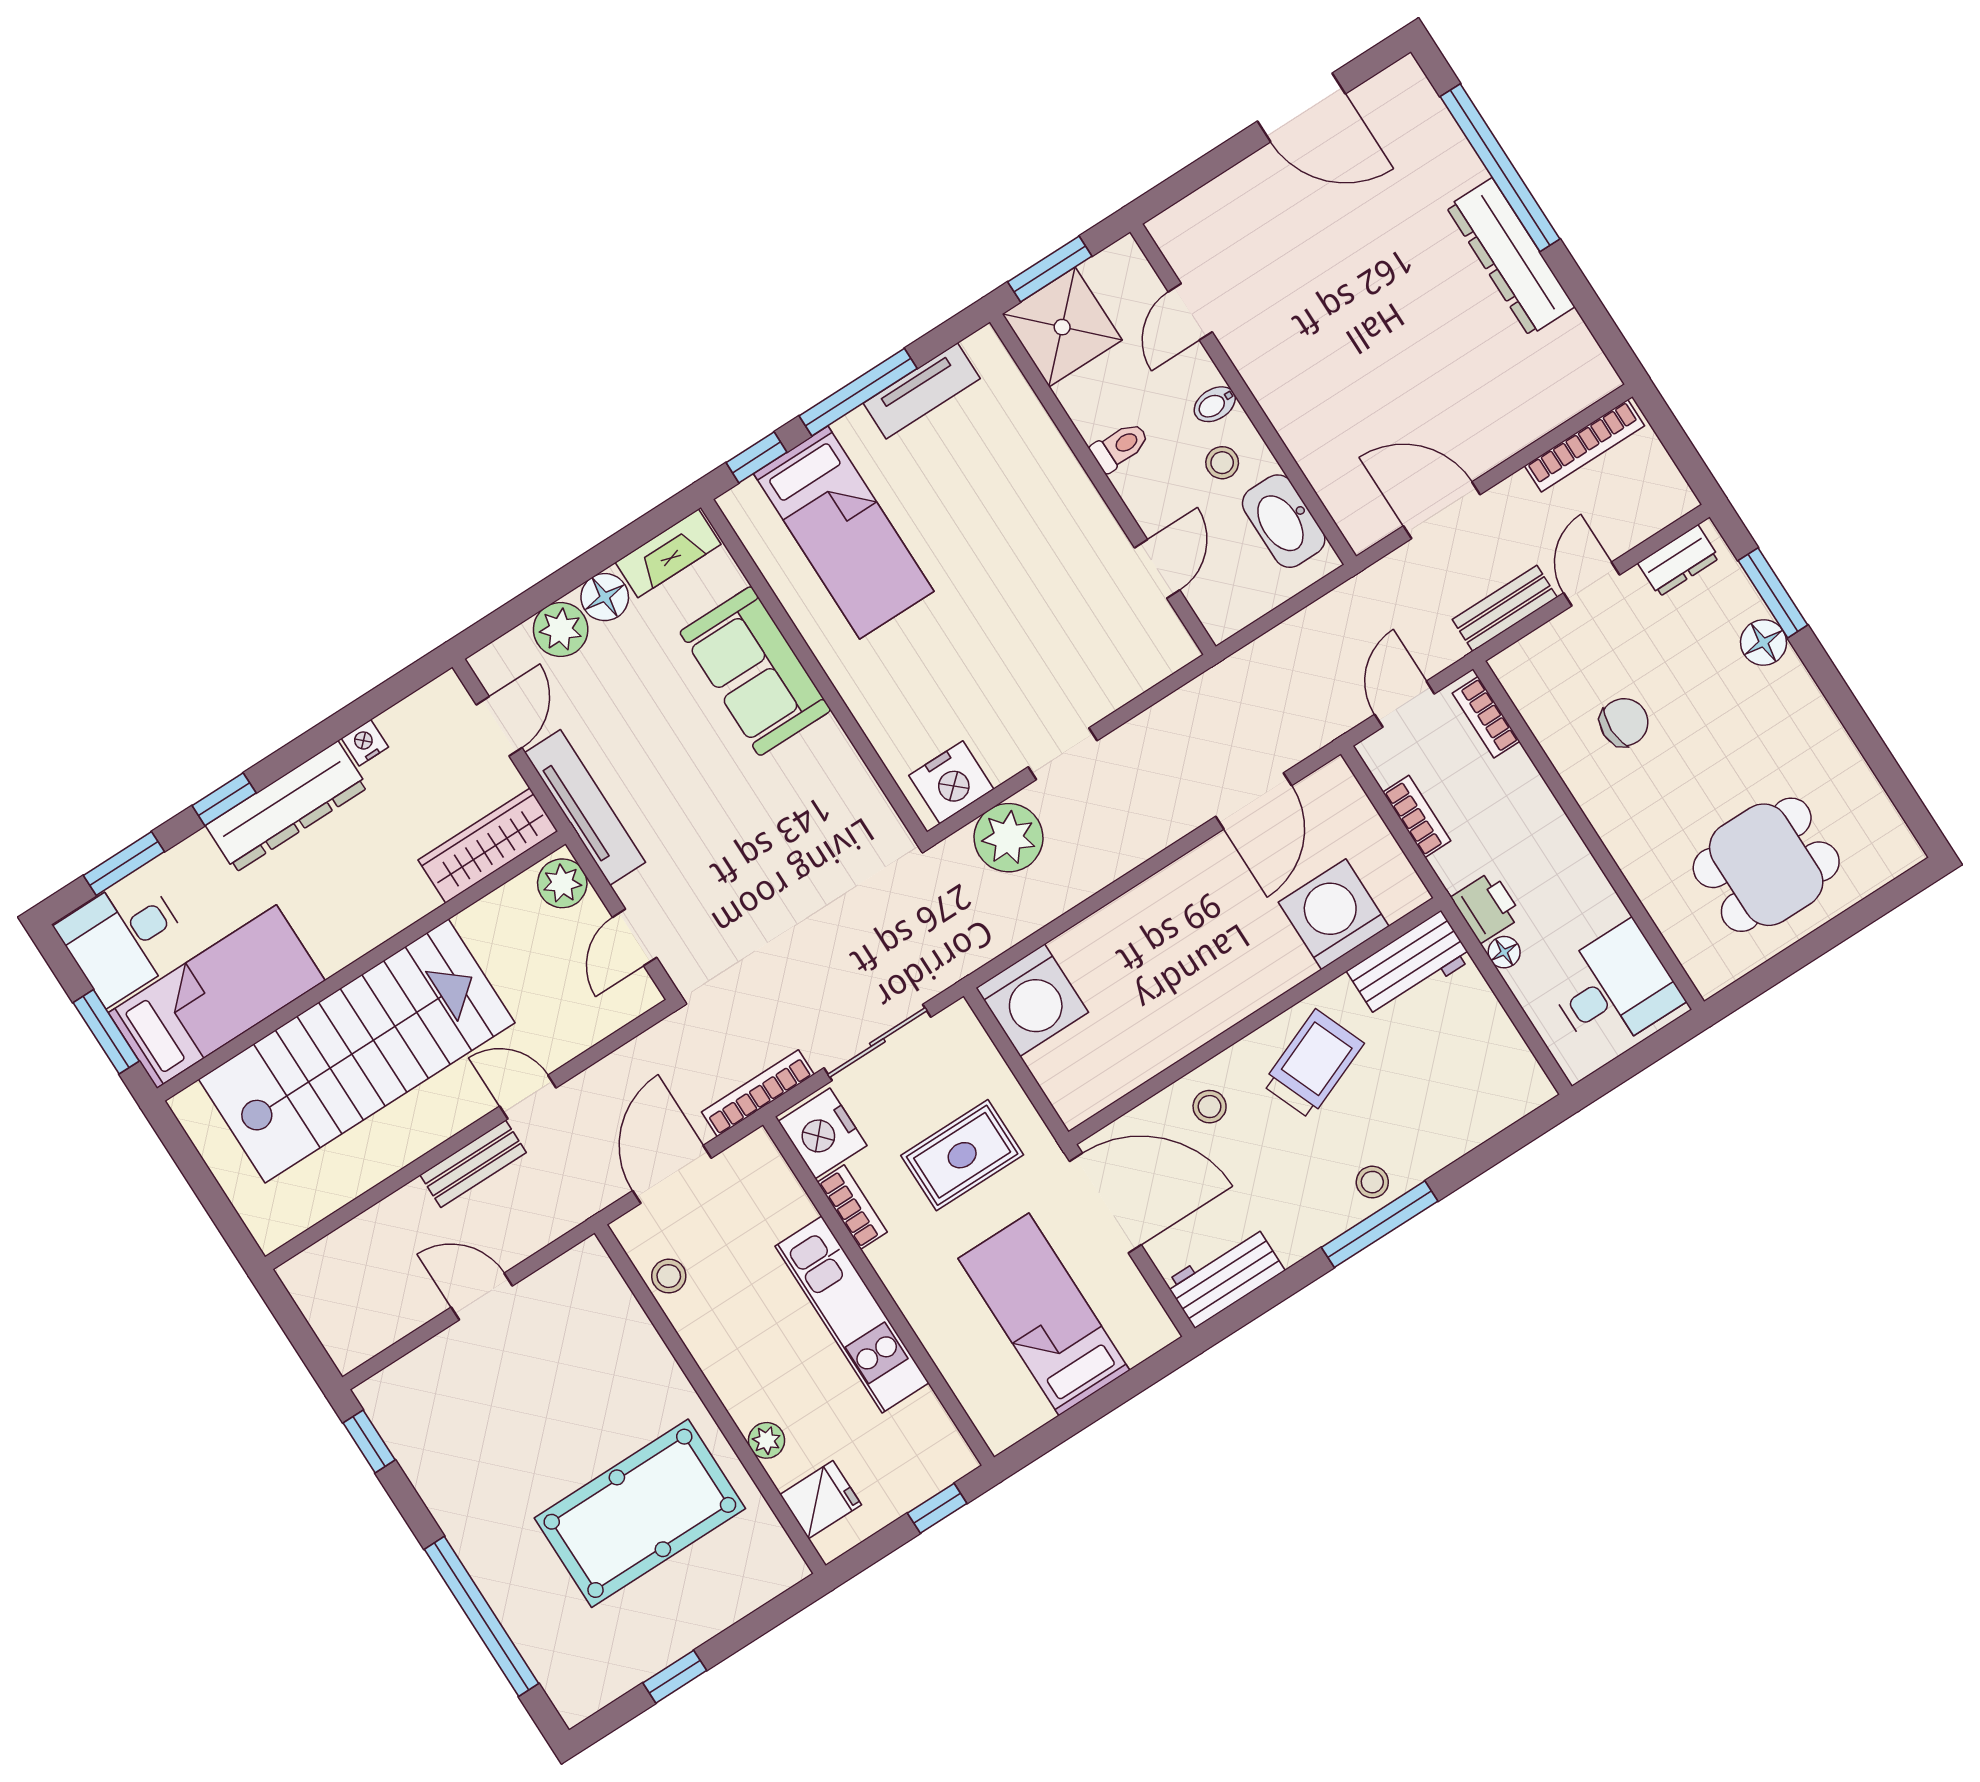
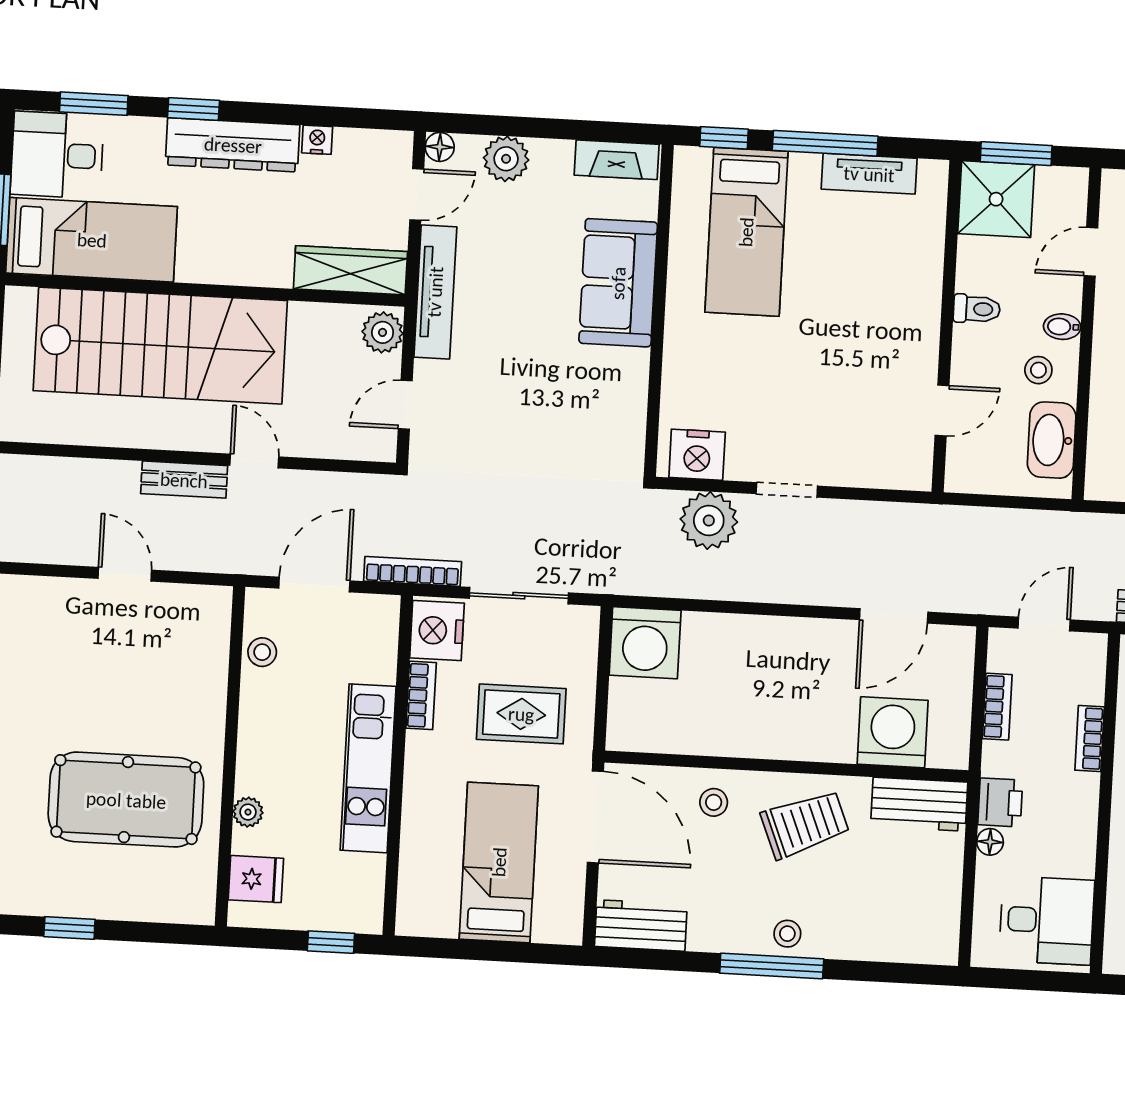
floor lamp: (605, 597) -> (440, 147), moved, width x0.73, depth x0.73
bookcase: (1486, 717) -> (1090, 739), moved

